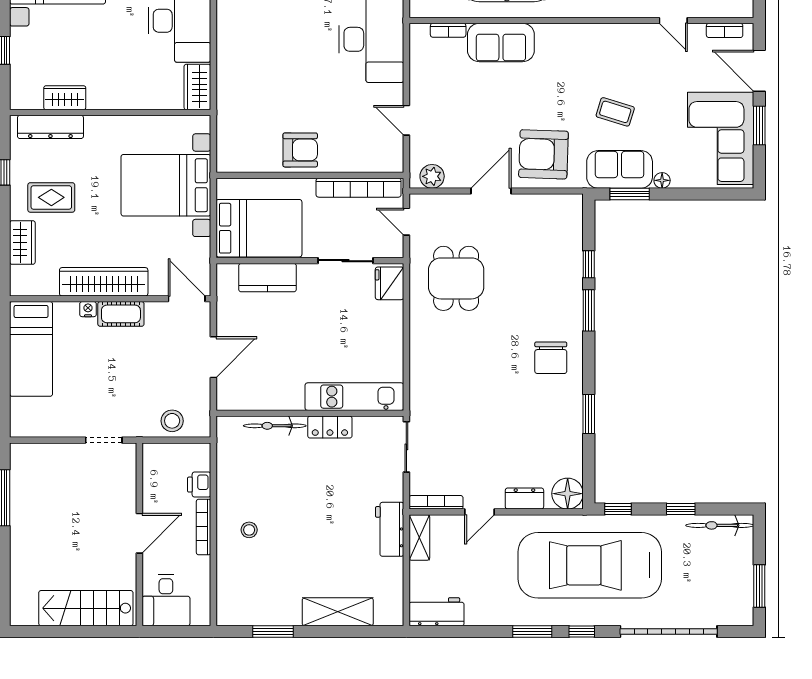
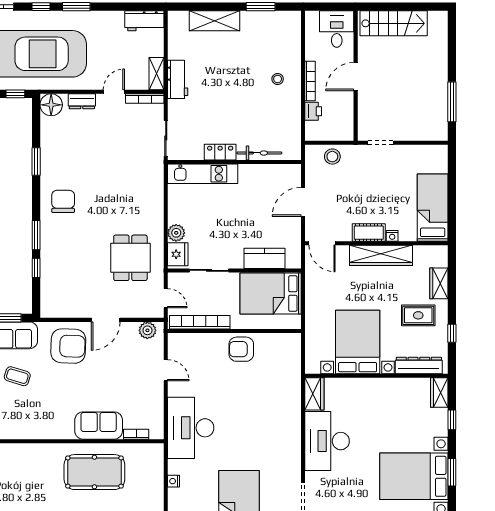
wardrobe: (65, 98) -> (439, 393), moved, turned 90
bed with nightstands: (166, 185) -> (358, 342), moved, turned -90
plant: (392, 314) -> (176, 233), added

